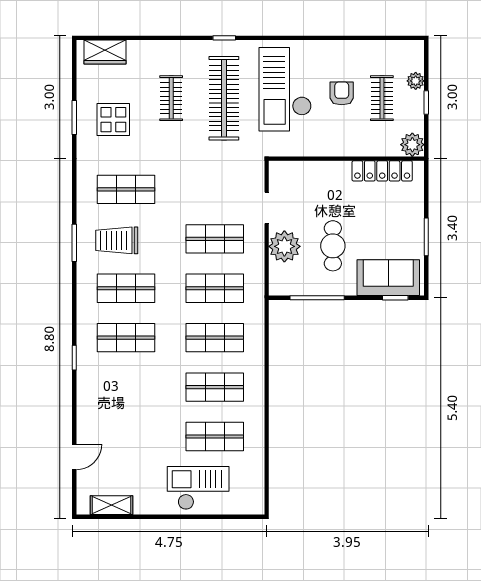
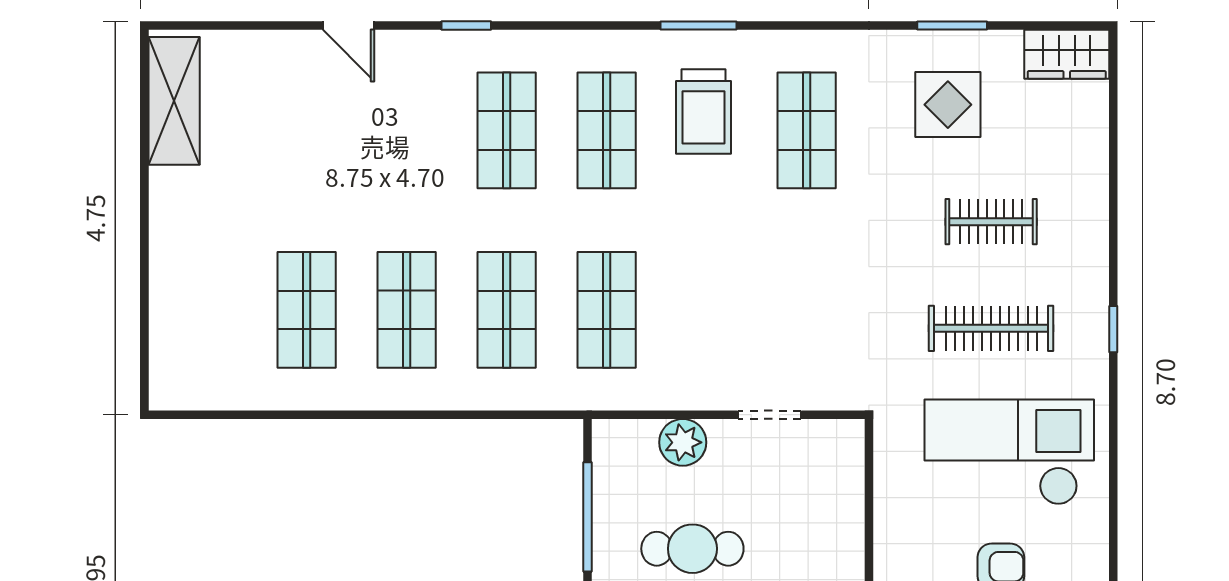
wardrobe: (105, 52) -> (1067, 54), moved, turned -90
clothes rail: (224, 98) -> (991, 328), width x0.73, depth x0.76
shop shelf: (215, 239) -> (707, 310), removed
trolley: (117, 240) -> (704, 111), turned 180
plant: (284, 246) -> (683, 442), width x0.73, depth x0.73
door: (74, 457) -> (349, 26), moved
checkout: (198, 488) -> (203, 276), removed
shelving: (112, 505) -> (174, 101), width x1.50, depth x1.33

